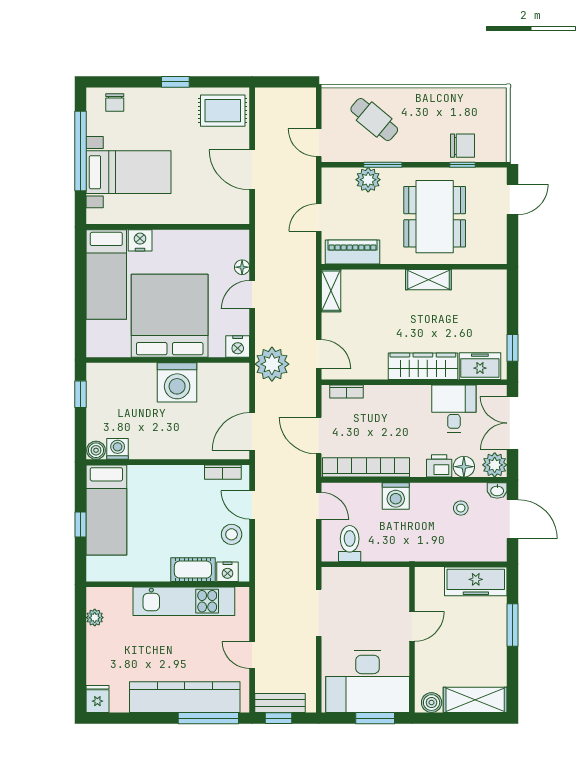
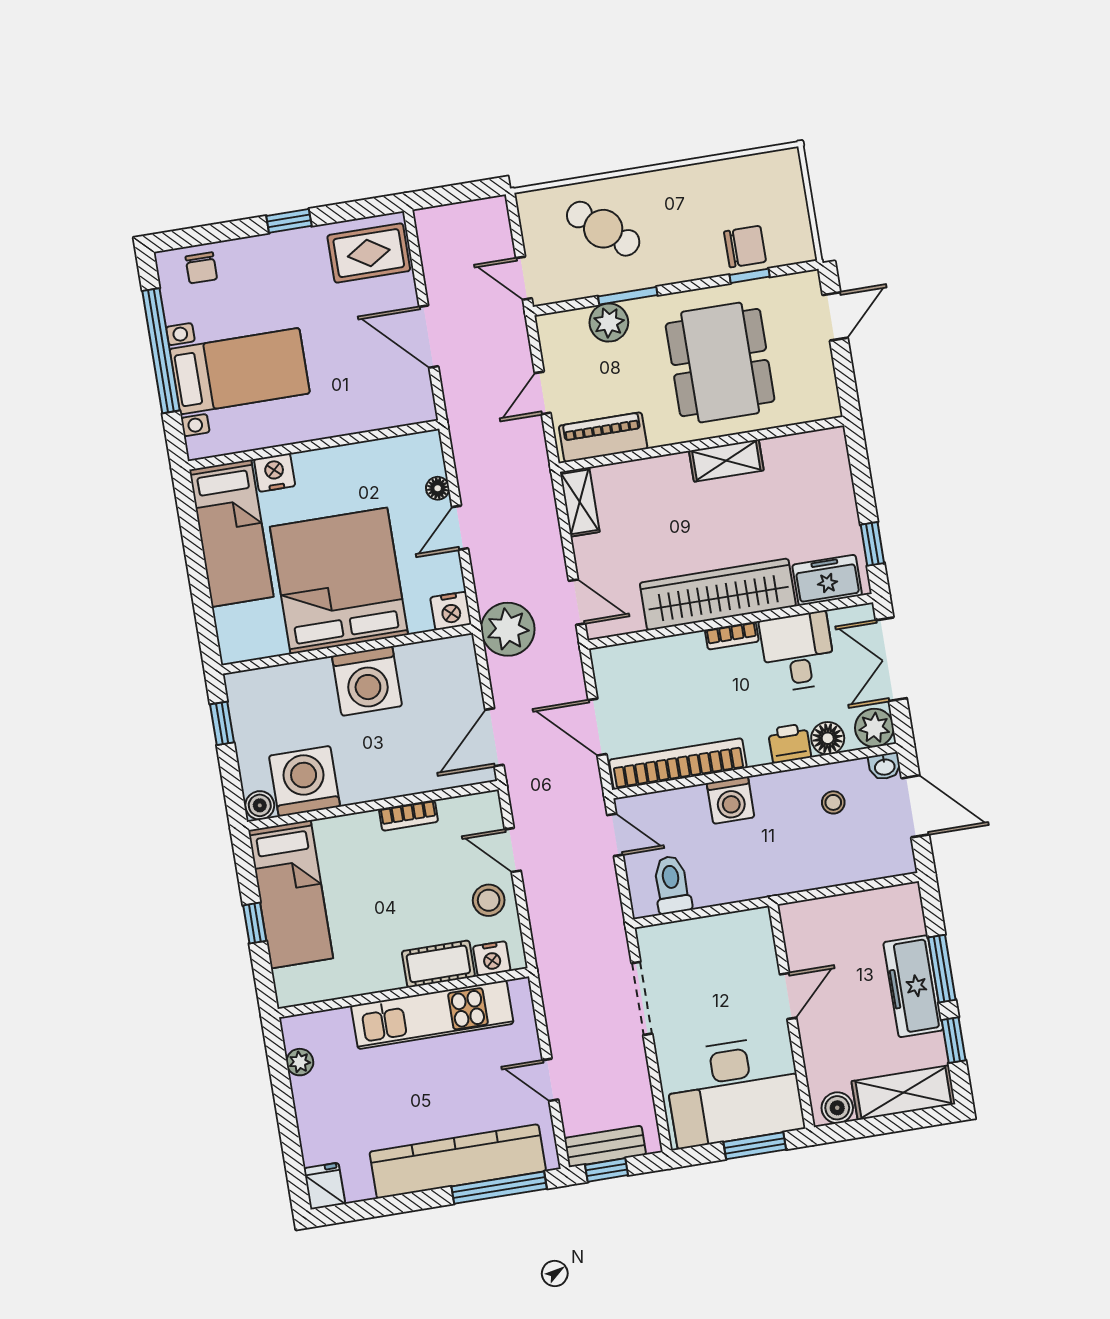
wardrobe: (423, 366) -> (718, 594), width x1.40, depth x1.17
bookcase: (347, 392) -> (732, 636), moved
washing machine: (118, 449) -> (305, 781), width x1.89, depth x1.89
bookcase: (223, 472) -> (408, 815), moved
freezer: (476, 581) -> (913, 986), moved, turned 90
window: (513, 672) -> (954, 1040), added

